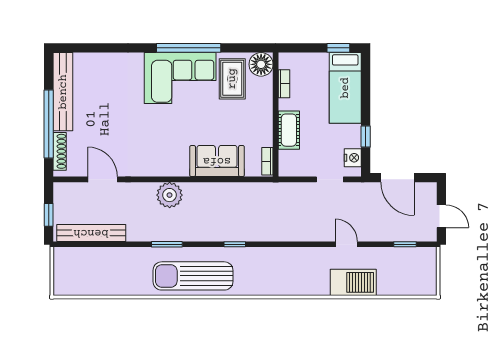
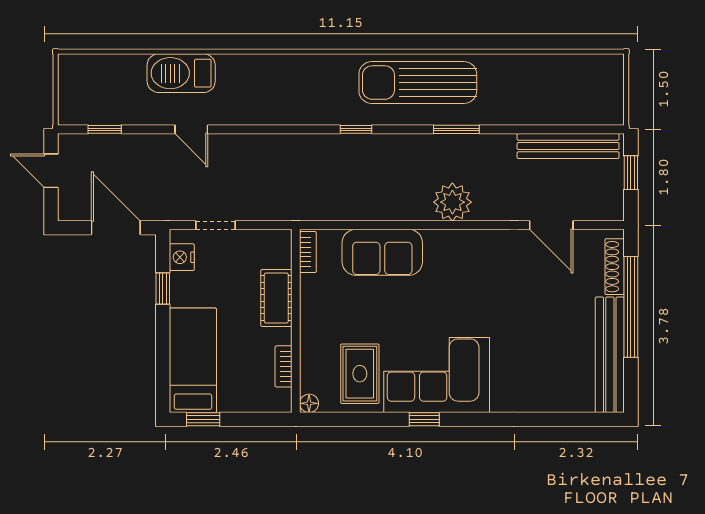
window: (189, 48) -> (424, 419), width x0.32
floor lamp: (261, 64) -> (309, 403), width x0.53, depth x0.53
sun lounger: (193, 276) -> (418, 83), turned 180

